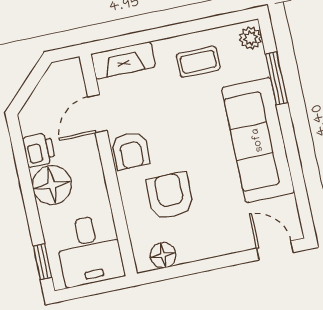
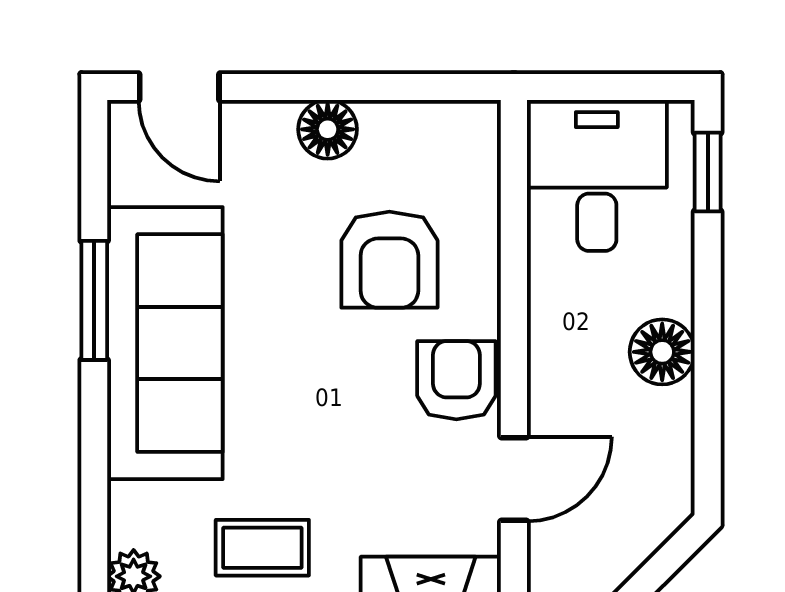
window: (277, 78) -> (94, 300), moved
printer: (39, 150) -> (663, 425), removed
floor lamp: (52, 185) -> (662, 352), width x0.73, depth x0.73
floor lamp: (163, 255) -> (328, 129), moved

